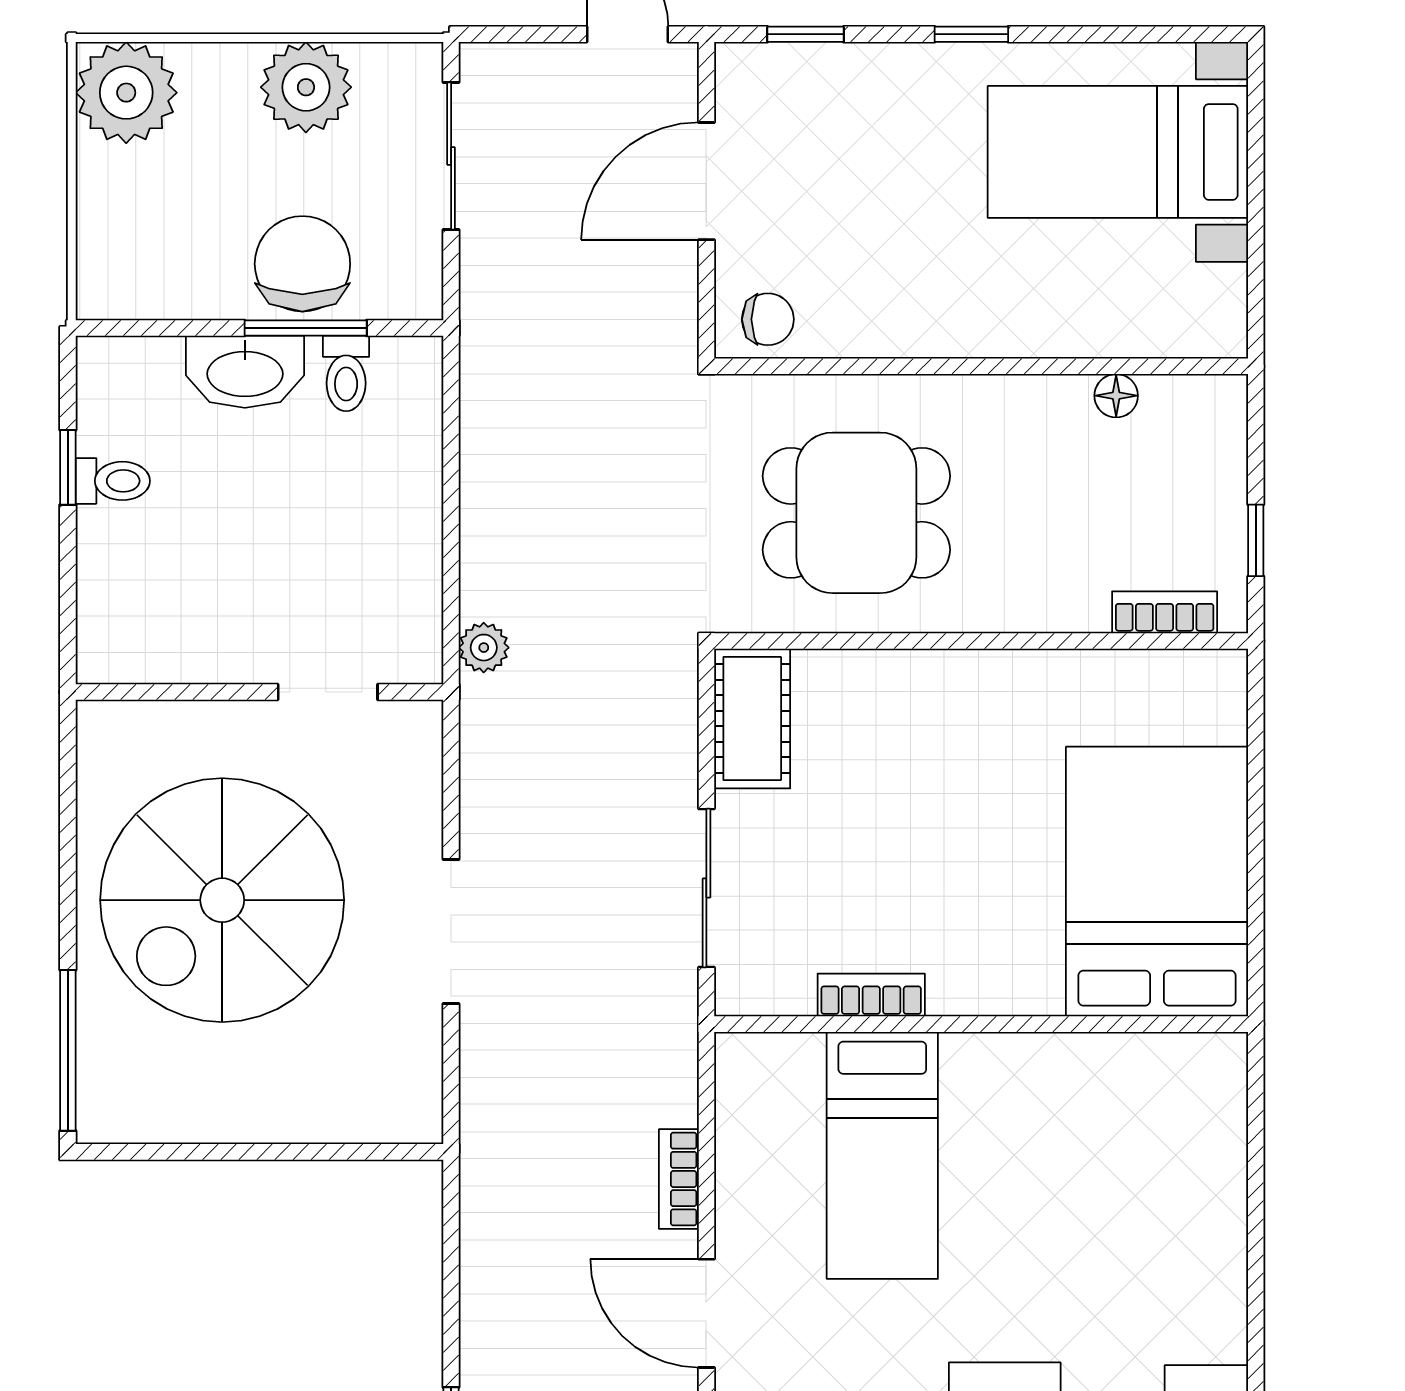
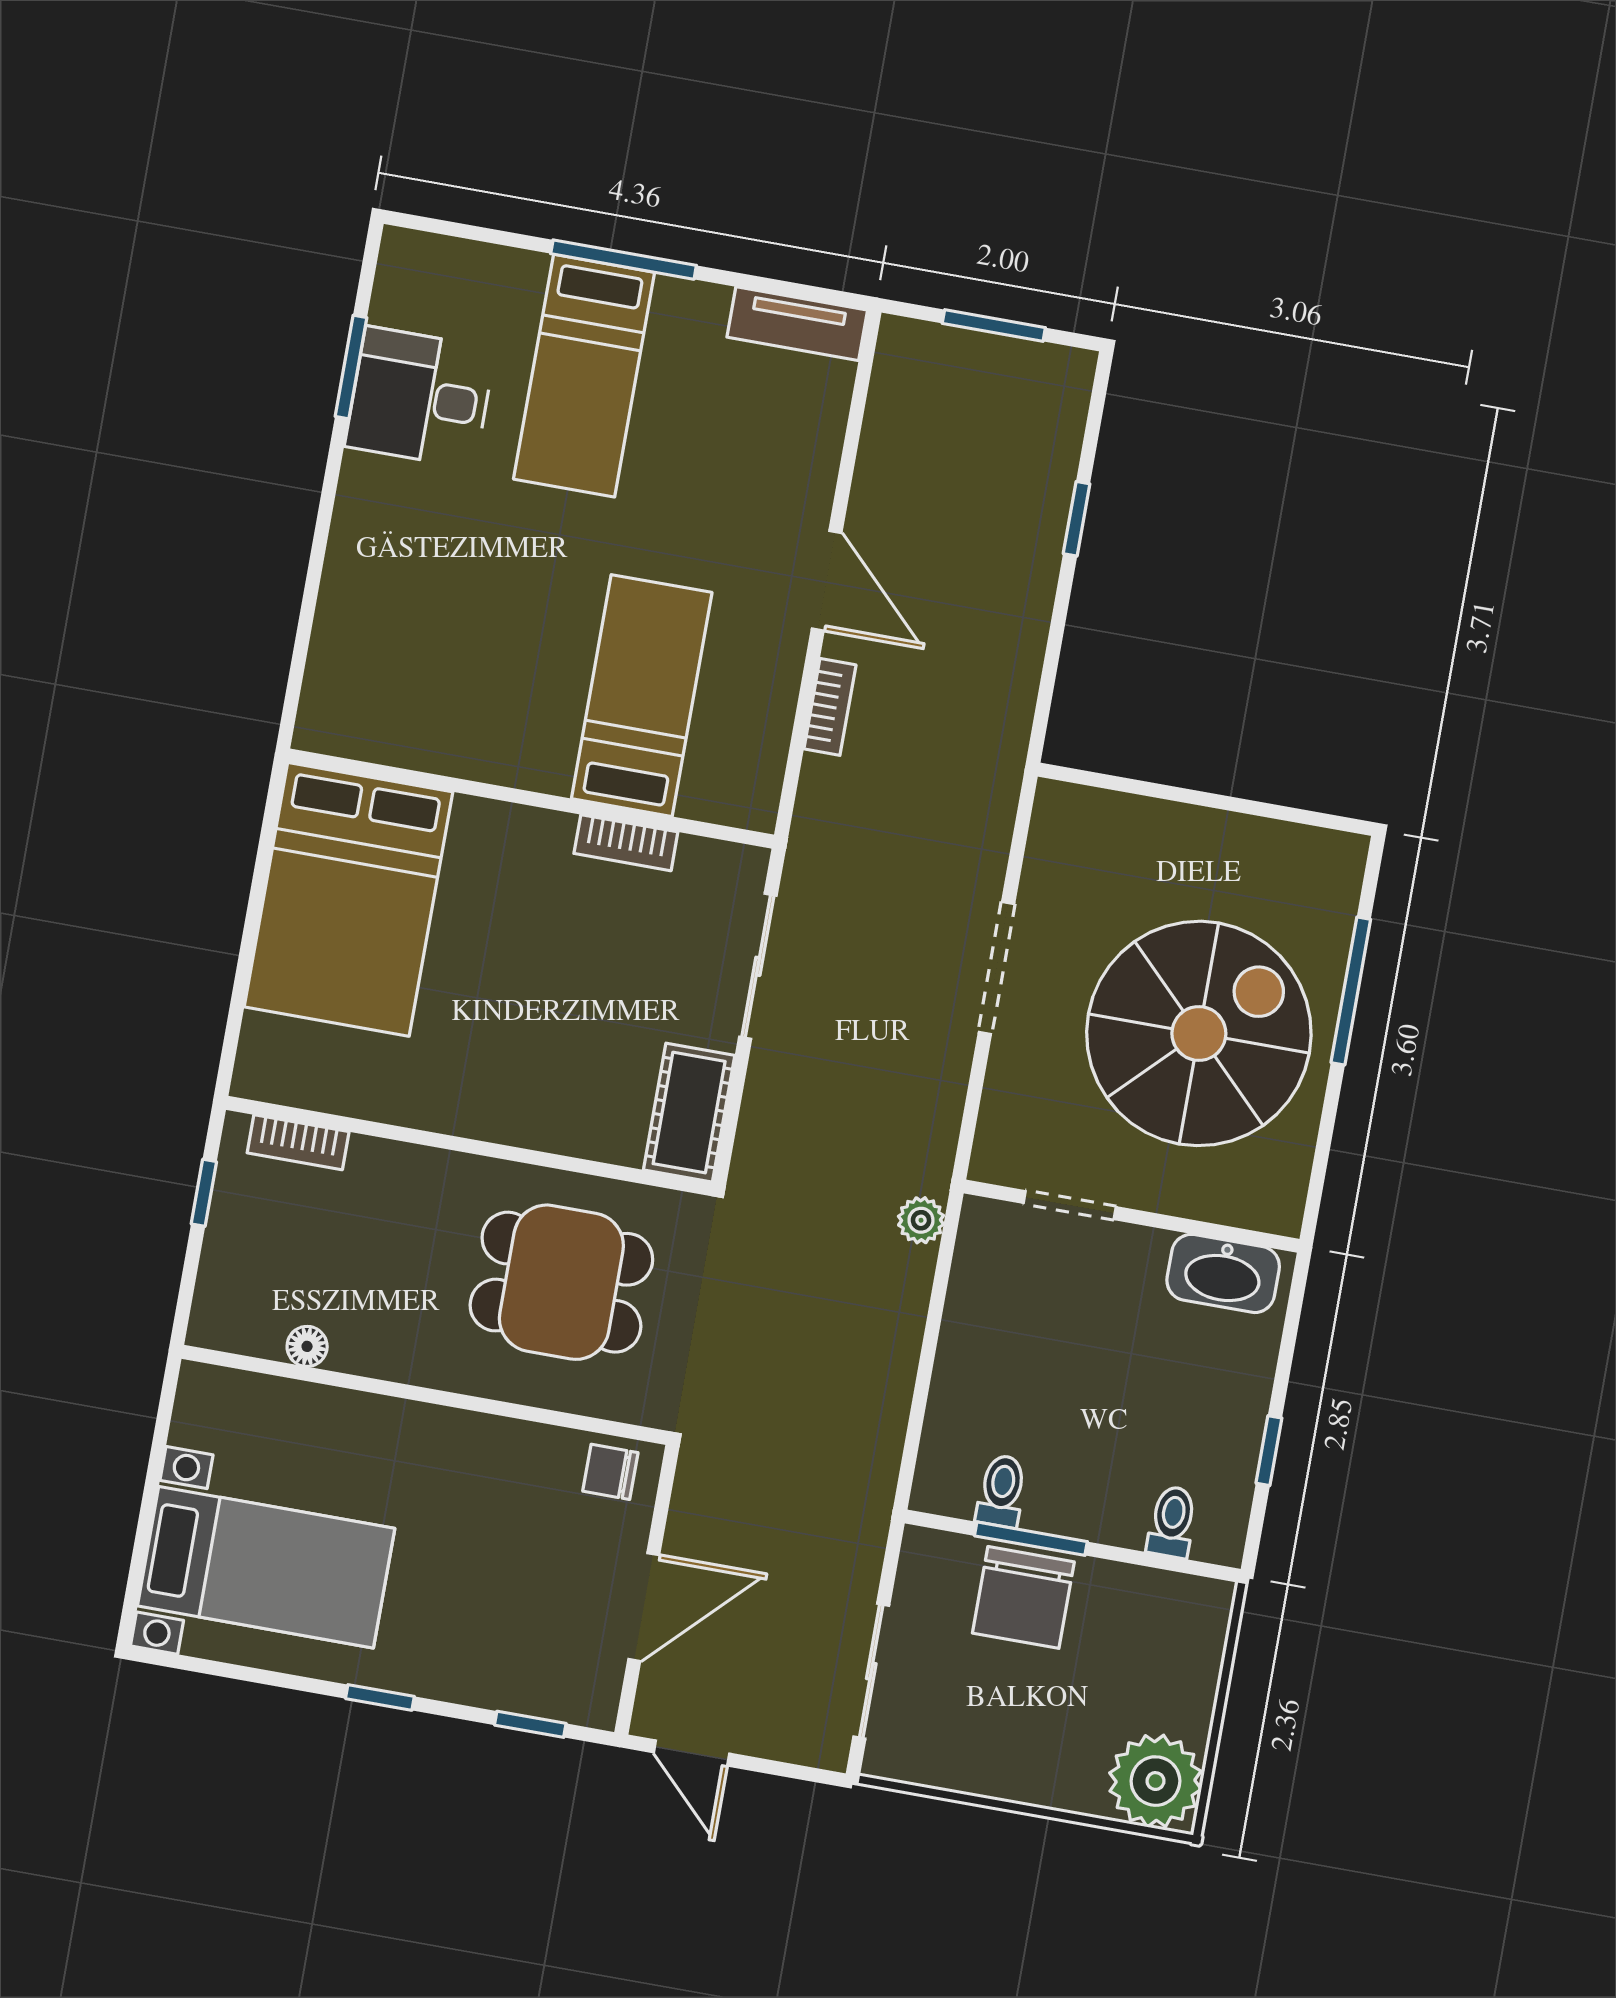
plant: (306, 87) -> (992, 1757), removed
washbasin: (245, 372) -> (1223, 1273), moved, turned 180
toilet: (113, 481) -> (1172, 1522), moved, turned 90
window: (68, 1050) -> (1351, 991), moved

